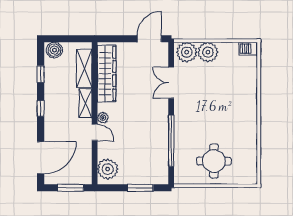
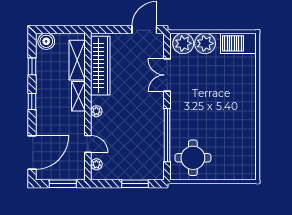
barbecue: (248, 49) -> (238, 43), width x1.88, depth x1.53
door: (95, 132) -> (88, 144), moved
round table: (214, 161) -> (193, 158), moved
plant: (108, 169) -> (96, 164), width x0.53, depth x0.53

